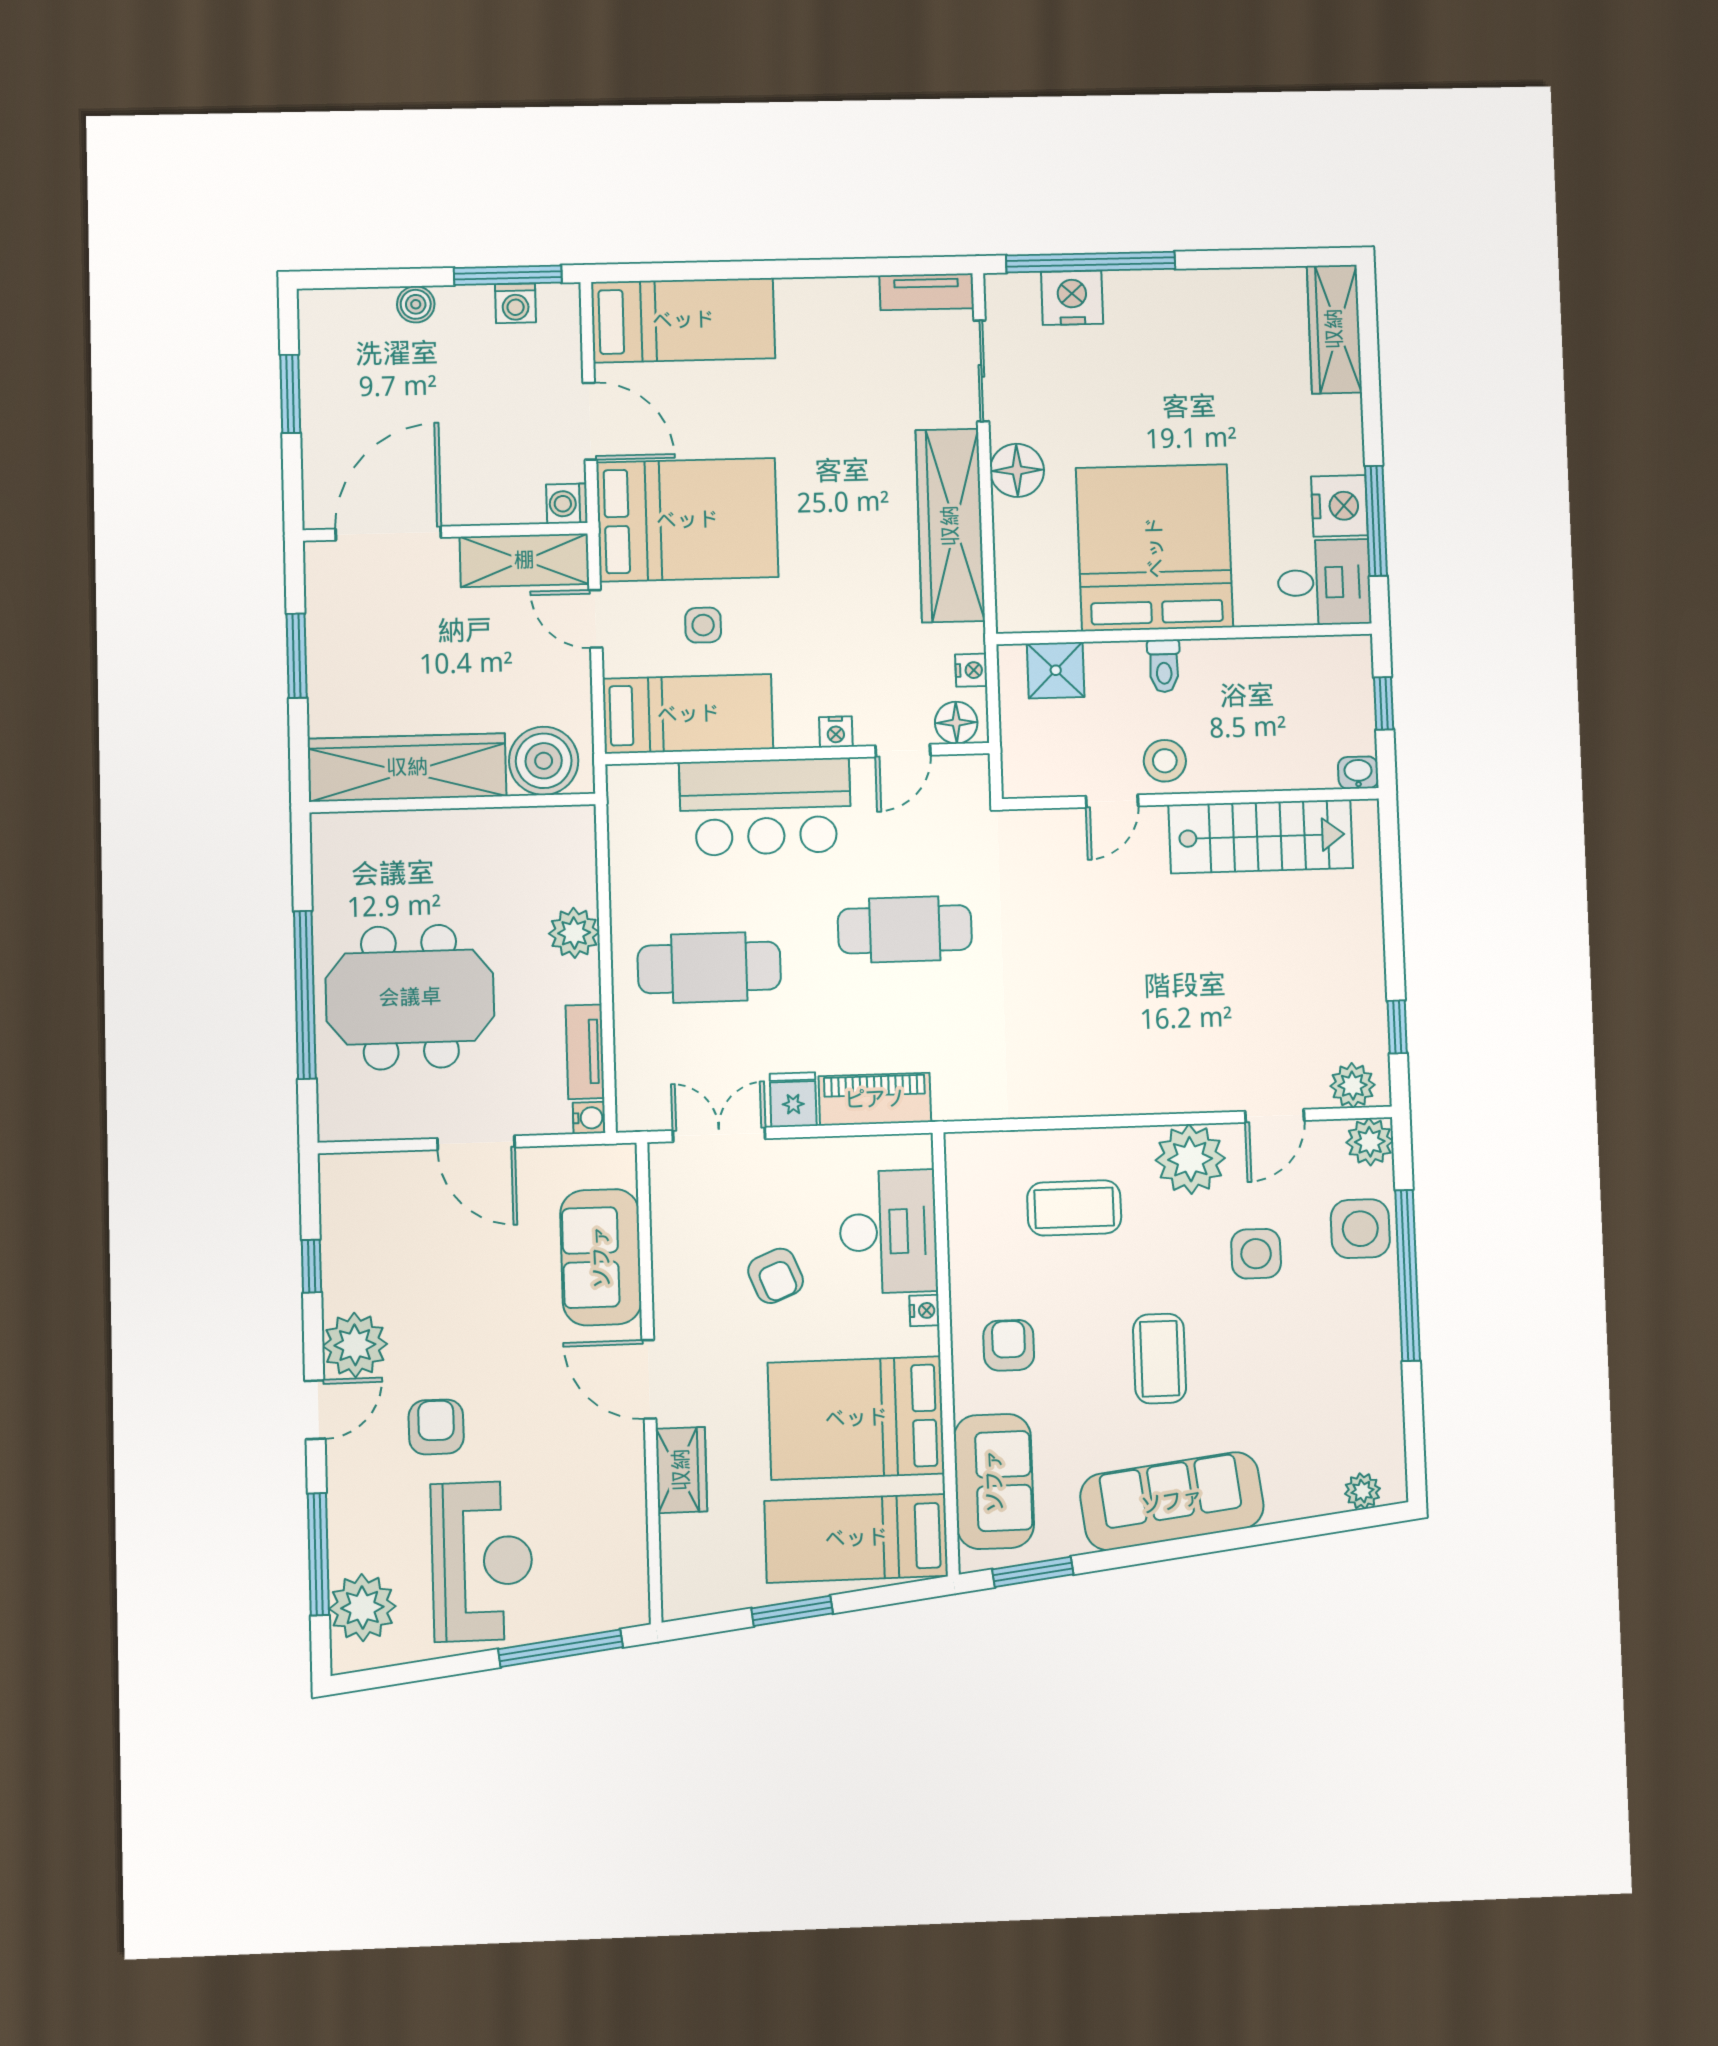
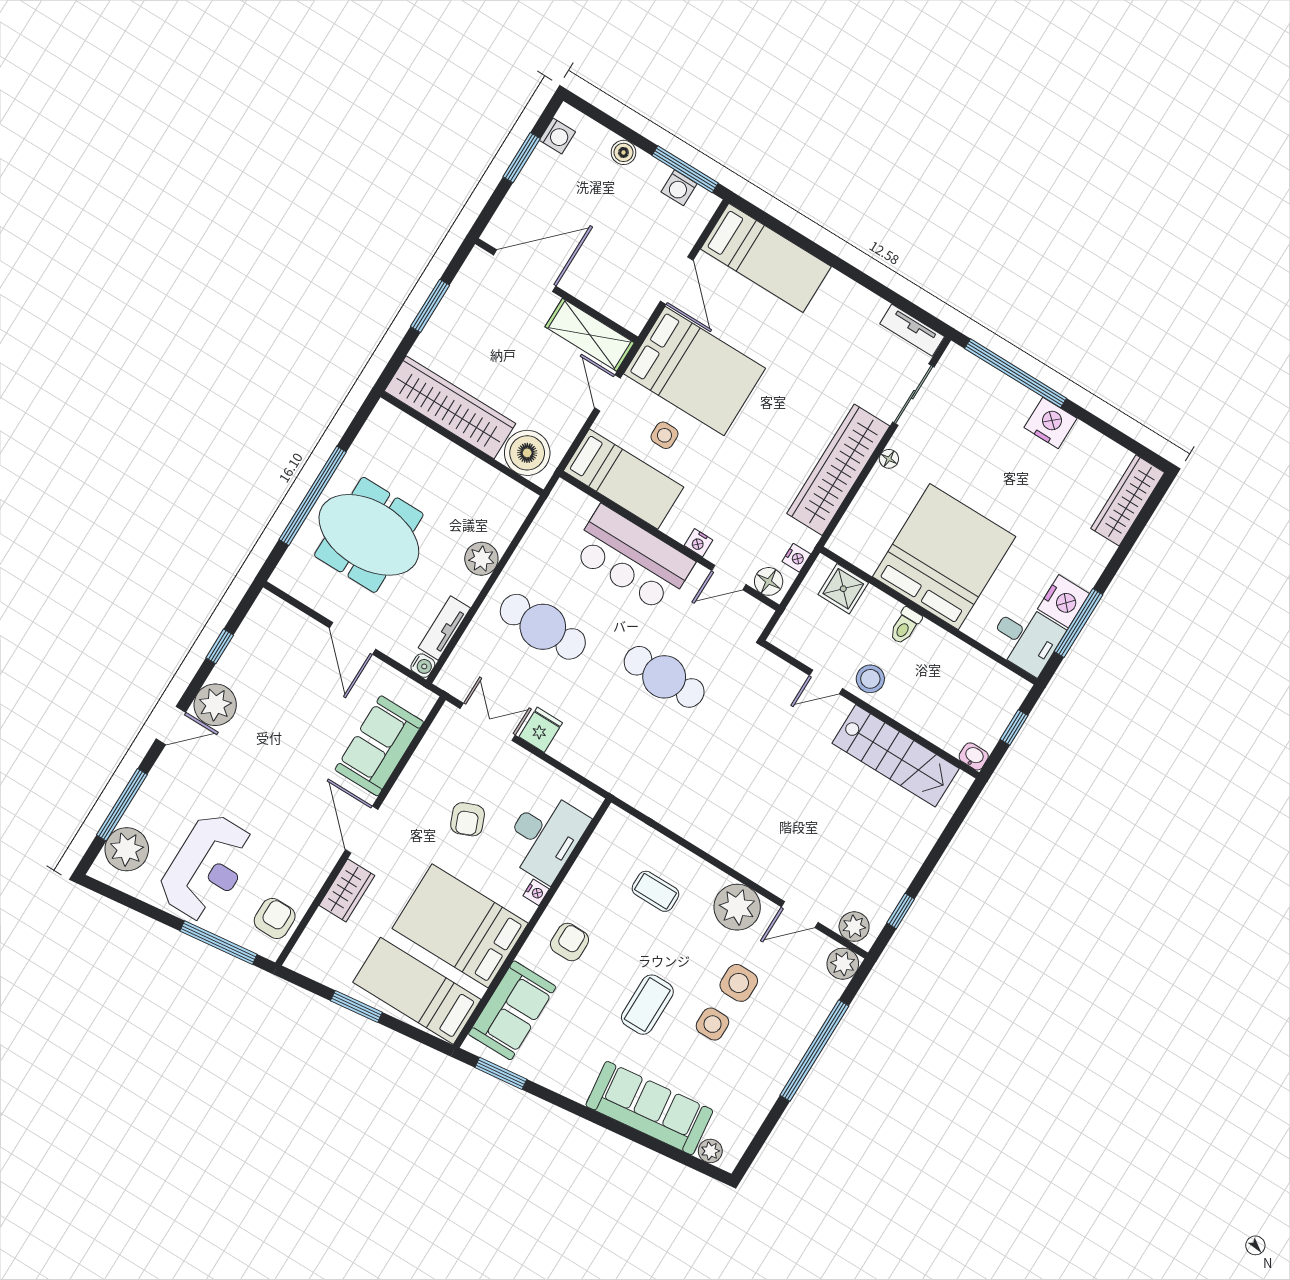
nightstand: (1072, 298) -> (1050, 423), moved
floor lamp: (1017, 470) -> (889, 459), width x0.53, depth x0.53
washing machine: (567, 504) -> (557, 136), moved, turned 180
piano: (875, 1099) -> (586, 759), removed
coffee table: (1074, 1208) -> (655, 891), width x0.73, depth x0.77
side table: (1360, 1229) -> (712, 1024), moved, width x0.73, depth x0.73
armchair: (436, 1427) -> (275, 918), moved
sofa: (1172, 1501) -> (649, 1108), moved

